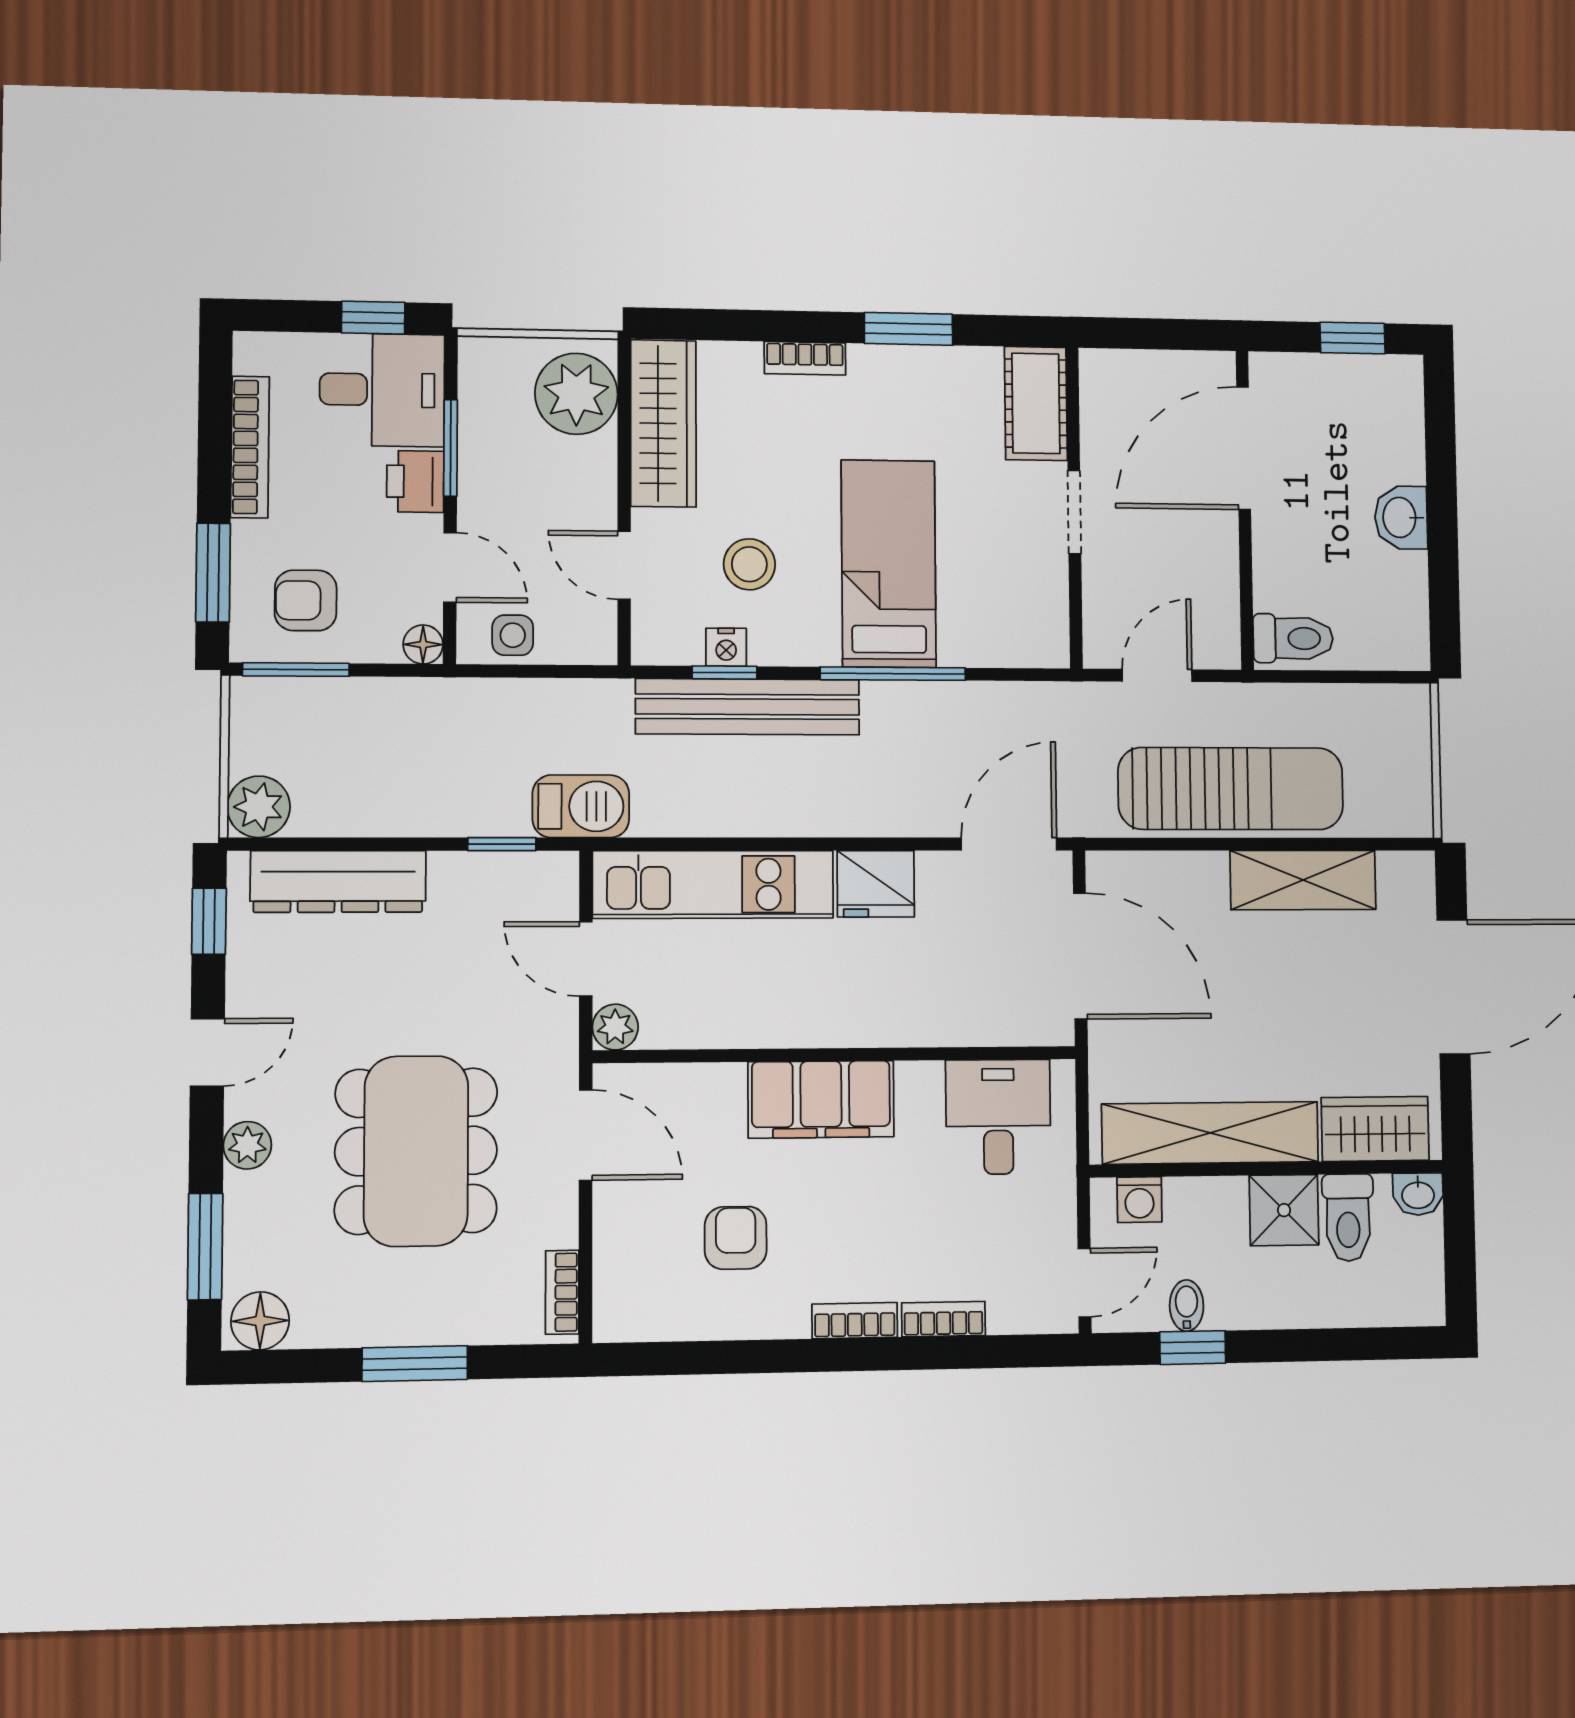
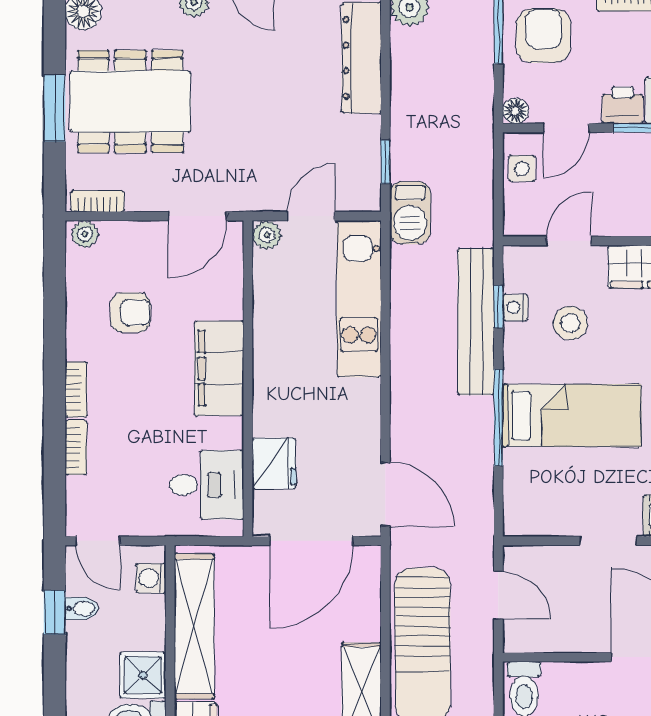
armchair: (306, 600) -> (544, 36), width x1.38, depth x1.38
fridge: (876, 884) -> (274, 463), moved, turned 180
dining table: (416, 1151) -> (130, 101), moved
plant: (614, 1312) -> (85, 234), added

